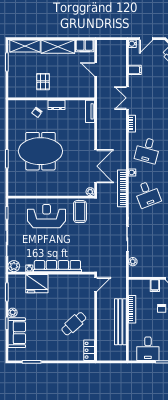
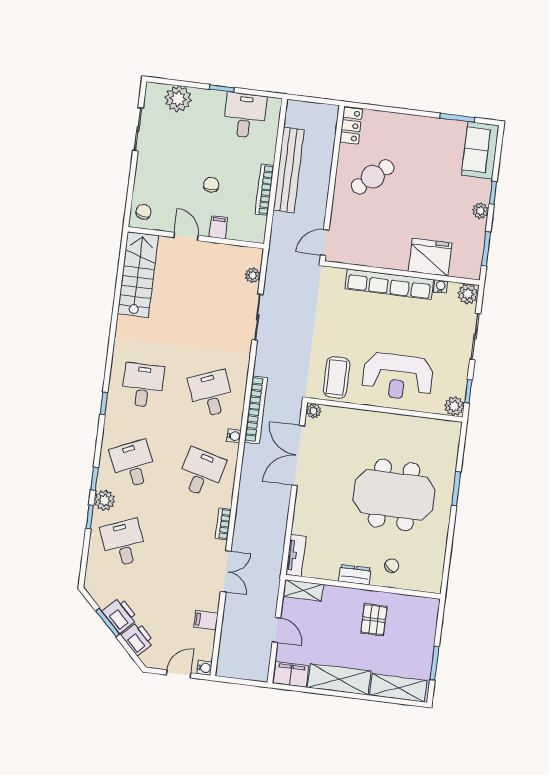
shelving: (84, 93) -> (303, 590), added
plant: (14, 204) -> (454, 406), added
sofa: (17, 333) -> (480, 150), moved

